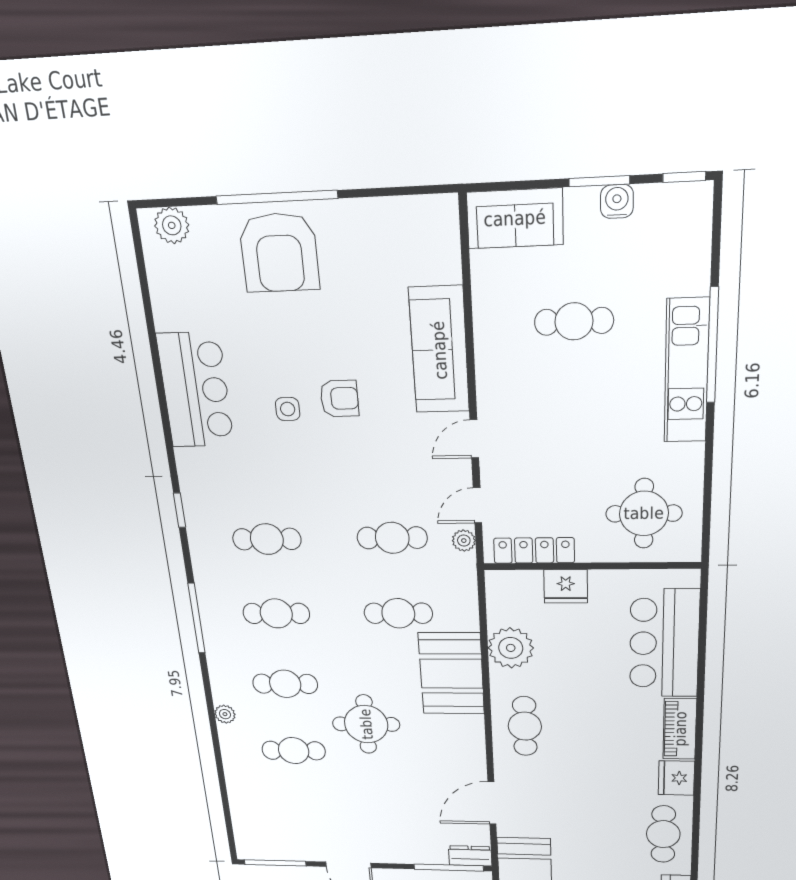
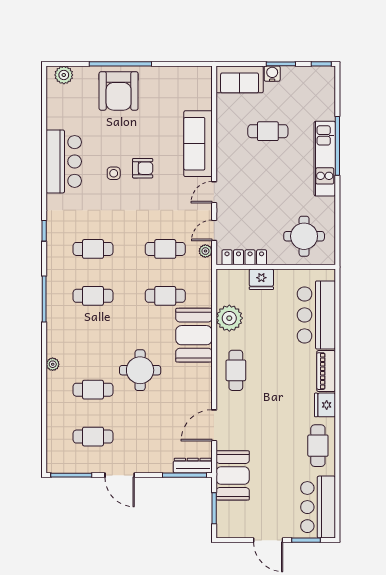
water cooler: (617, 201) -> (272, 74), moved
cafe table: (285, 684) -> (93, 437), moved
dresser: (470, 856) -> (193, 466), width x1.44

